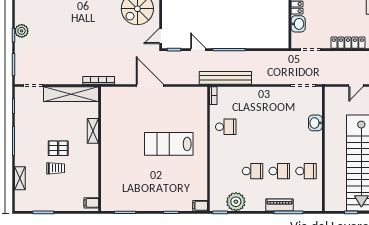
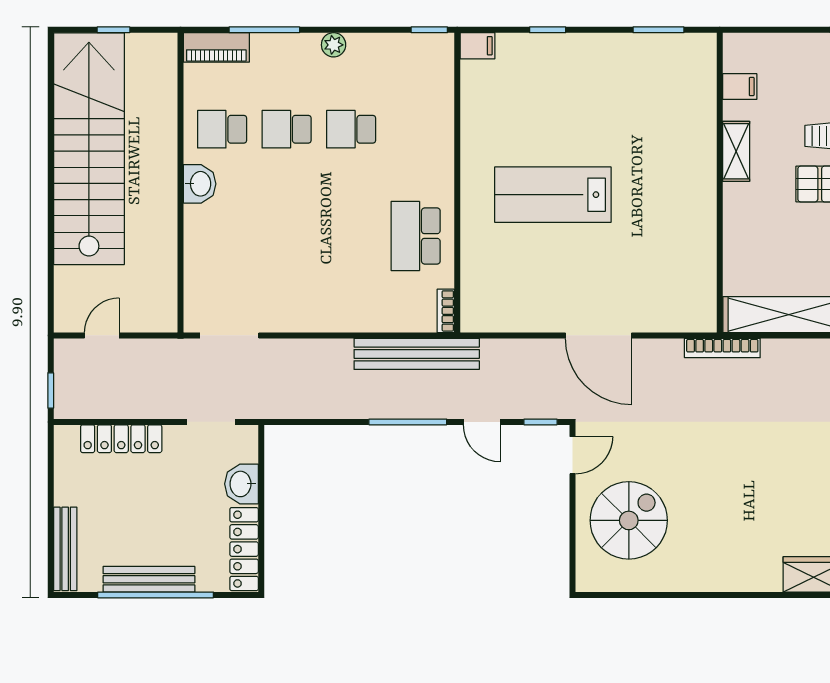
washbasin: (315, 123) -> (200, 184), moved
school desk: (226, 127) -> (416, 236), width x1.85
shelving: (93, 131) -> (736, 151), moved
lab bench: (169, 144) -> (553, 195), turned 180
plant: (236, 202) -> (334, 45), moved, width x0.53, depth x0.53
filing cabinet: (91, 203) -> (740, 87), moved
piano: (280, 205) -> (216, 47), moved

